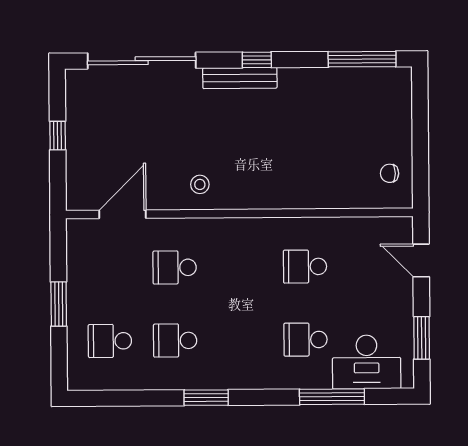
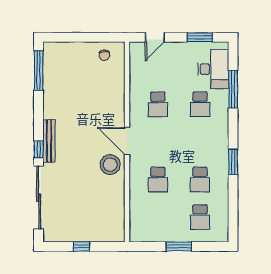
window: (257, 60) -> (39, 149), moved
stool: (200, 184) -> (110, 165), width x1.89, depth x1.89
door: (123, 214) -> (127, 141), moved

